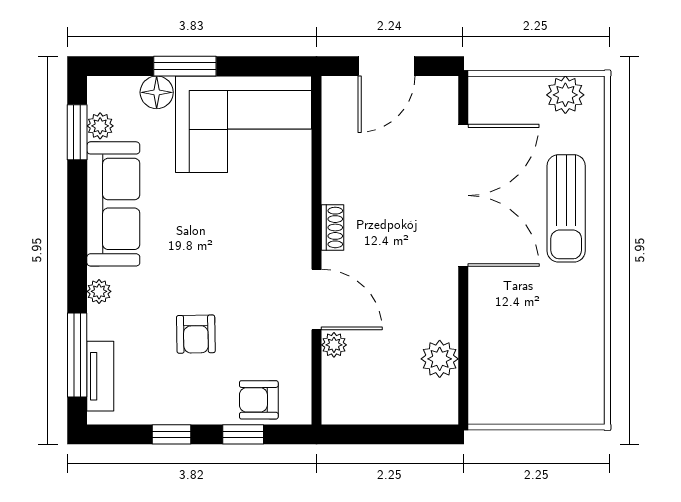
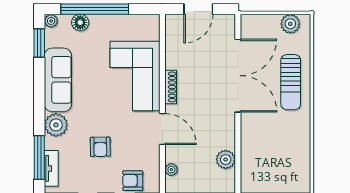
window: (185, 66) -> (95, 9), width x2.11
corner sofa: (244, 124) -> (135, 76), moved, turned 90
plant: (100, 126) -> (51, 21), moved
shoe rack: (333, 227) -> (171, 87), width x1.43
plant: (99, 291) -> (56, 125), width x1.87, depth x1.87
plant: (334, 345) -> (171, 170), moved

